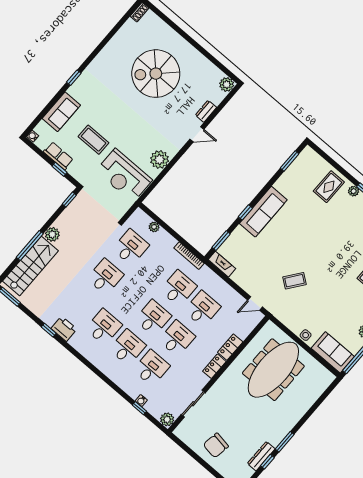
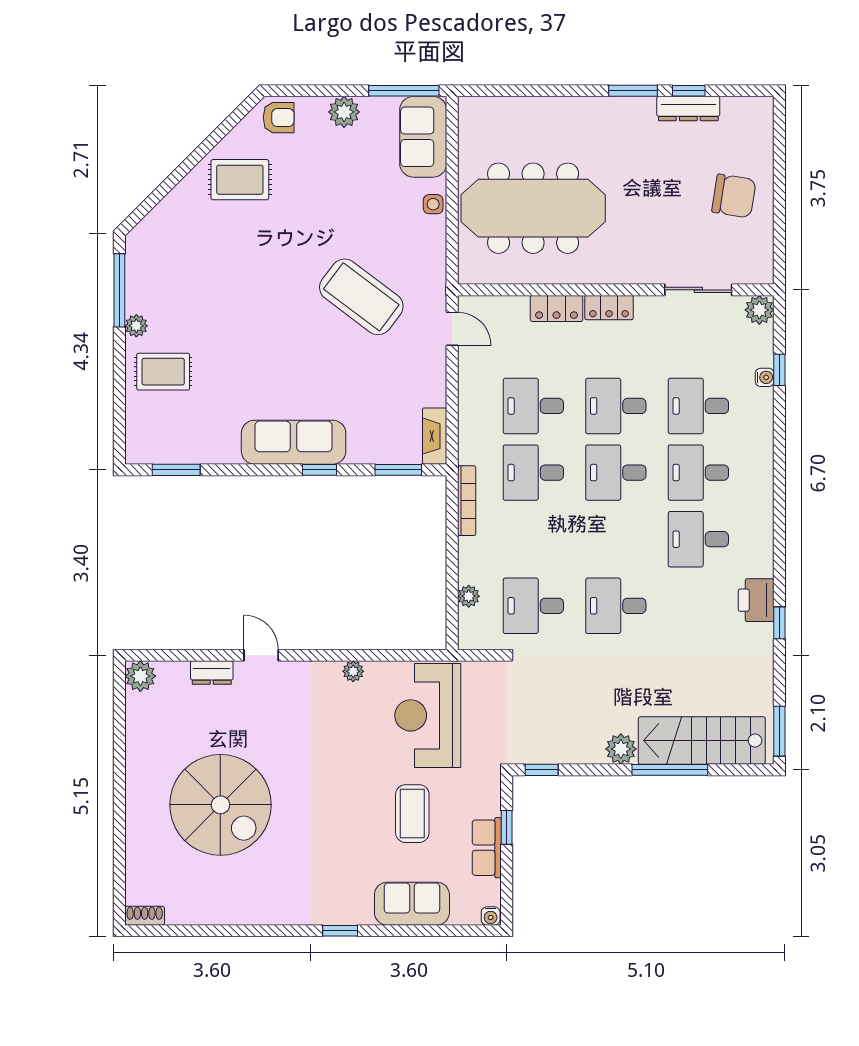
plant: (159, 160) -> (353, 671), width x0.53, depth x0.53
reception desk: (124, 175) -> (428, 715), turned 180
coffee table: (295, 281) -> (361, 297), width x1.86, depth x1.72

